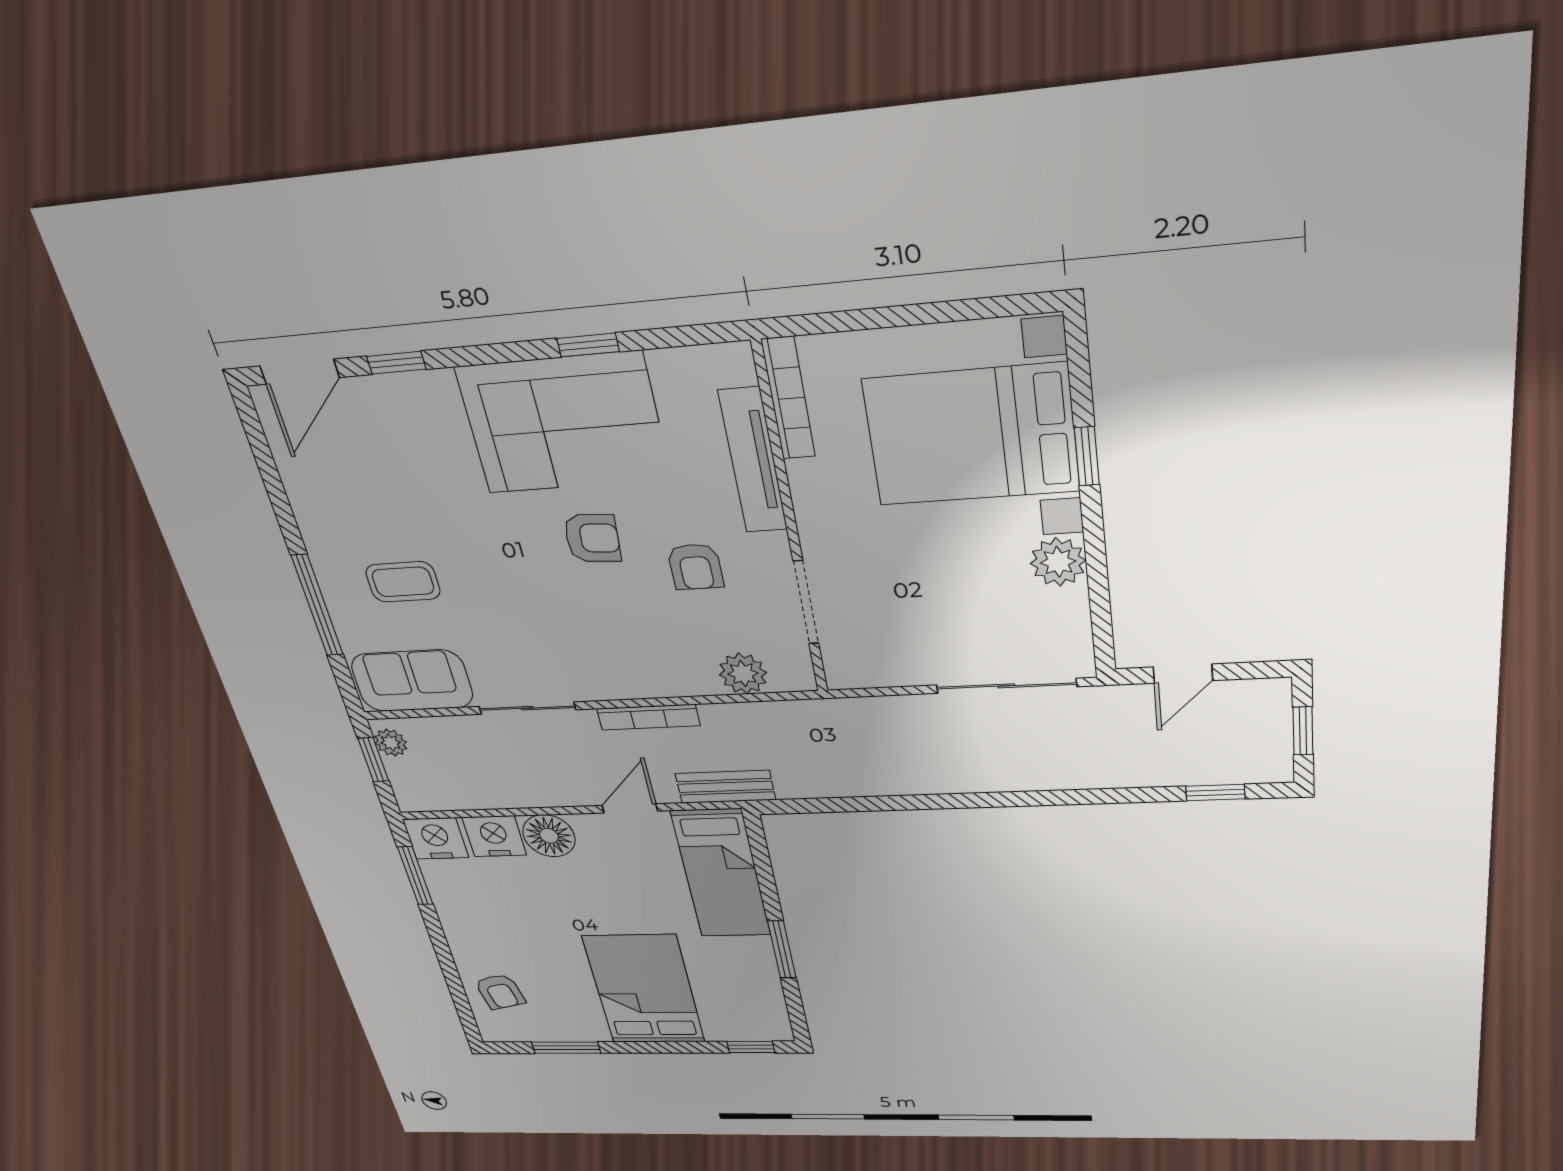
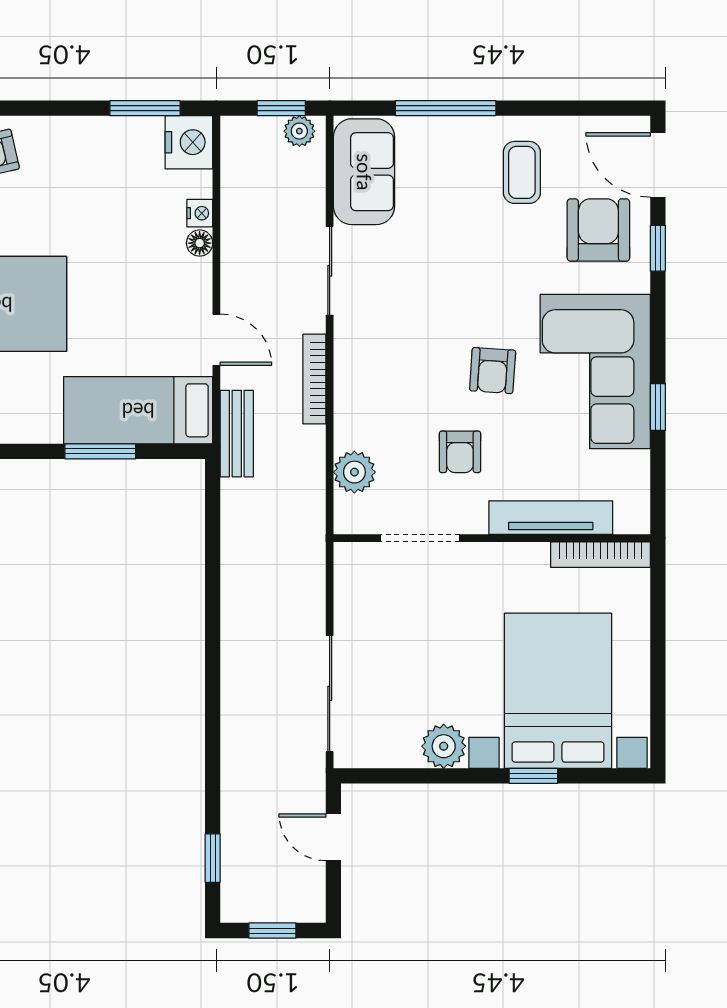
armchair: (397, 434) -> (598, 230), added
armchair: (695, 567) -> (460, 452), turned -90
coffee table: (403, 582) -> (522, 172), moved
nightstand: (494, 836) -> (200, 213), width x0.53, depth x0.56
floor lamp: (549, 836) -> (200, 243), width x0.53, depth x0.53
window: (782, 950) -> (100, 451), moved

